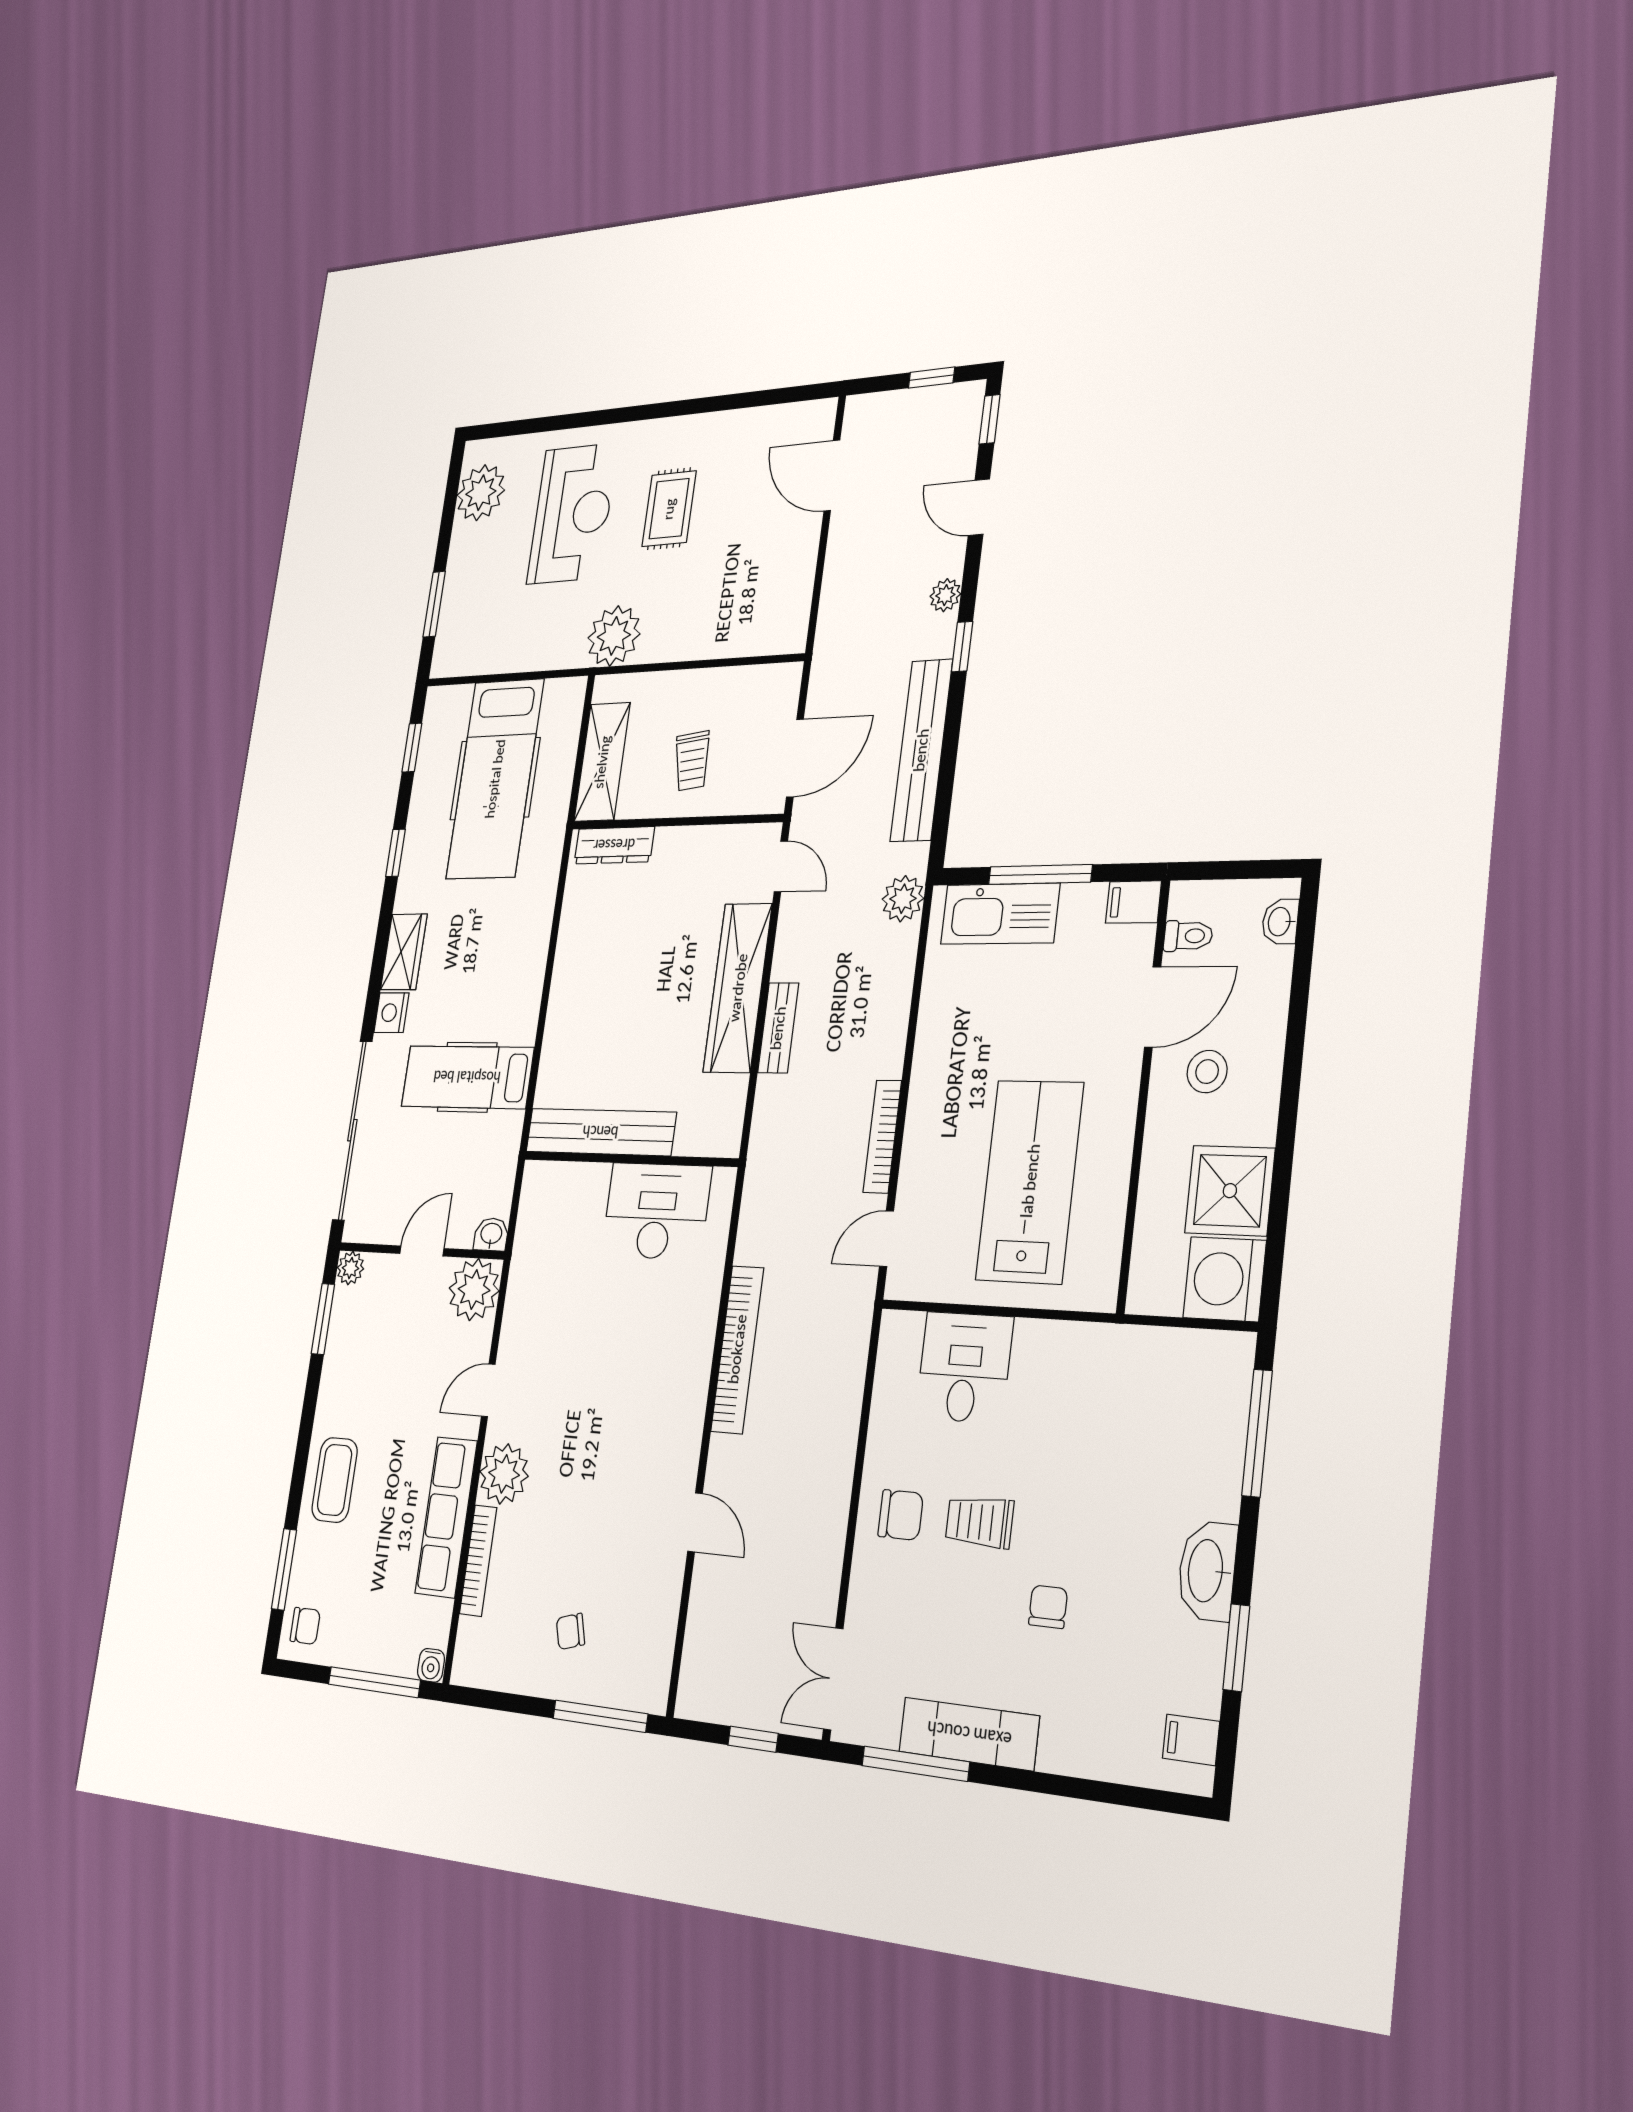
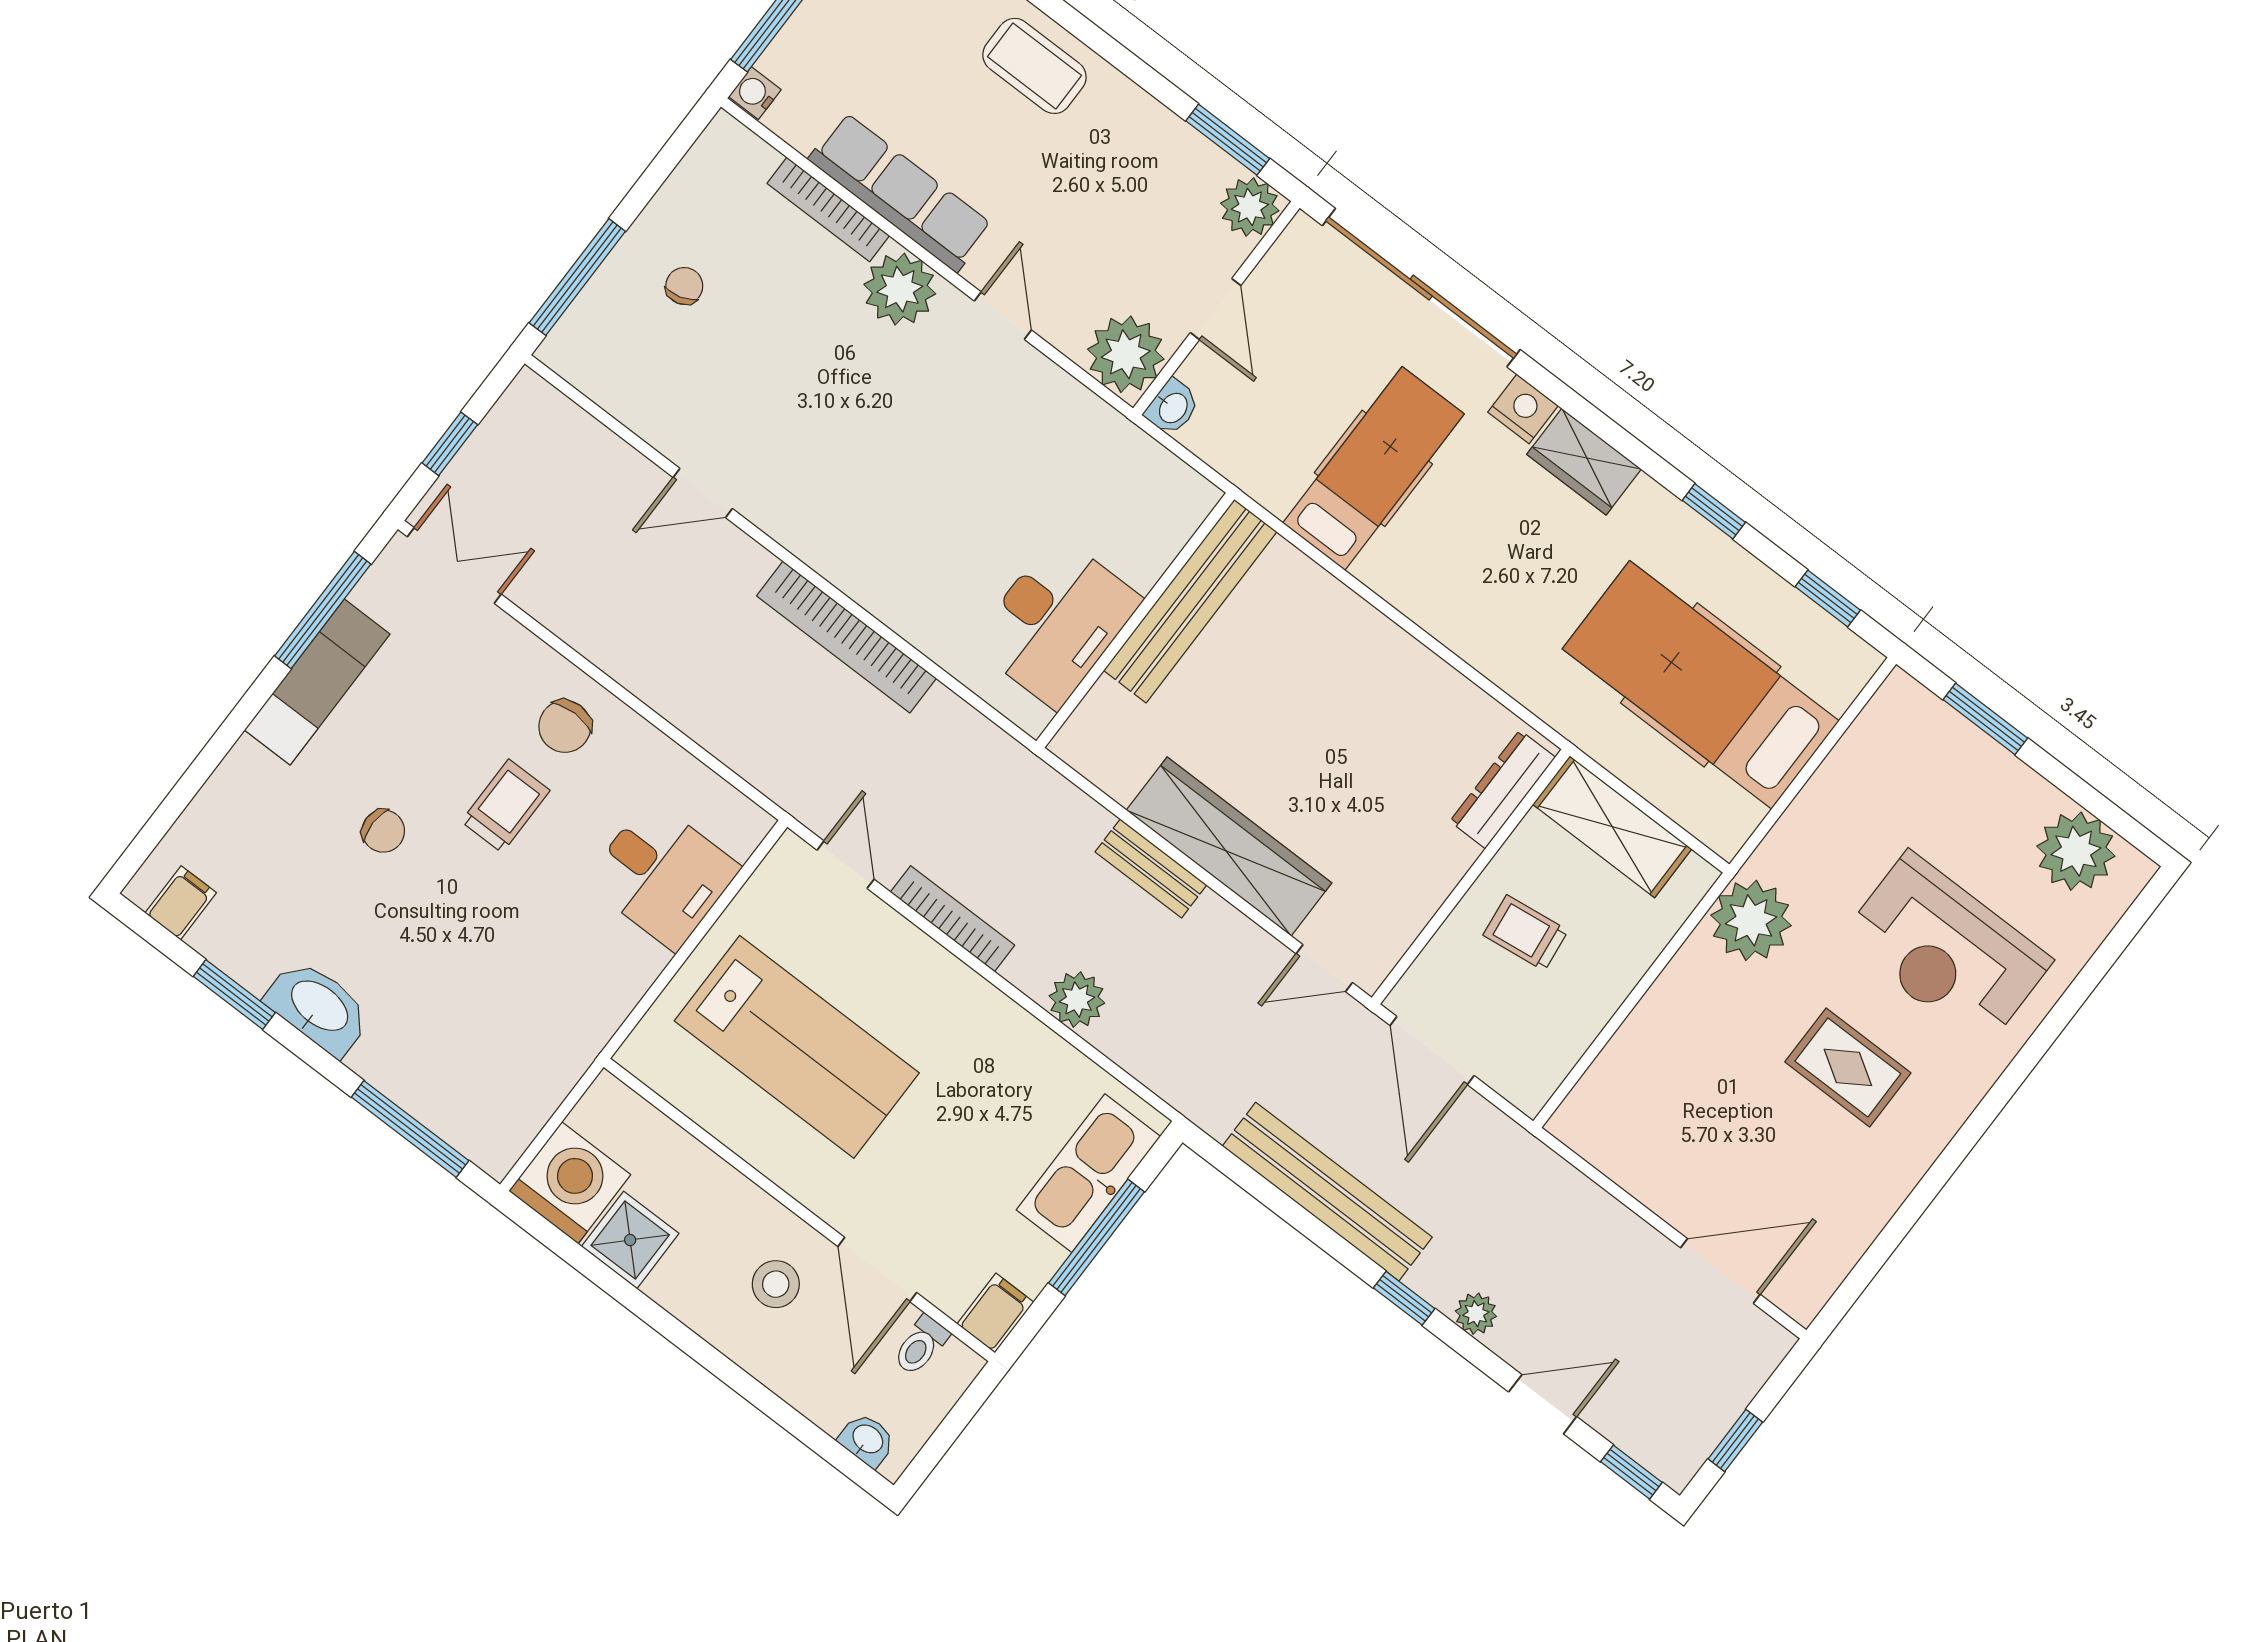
plant: (903, 899) -> (1077, 1000), moved
shower: (1230, 1191) -> (630, 1240), width x0.73, depth x0.73
plant: (350, 1268) -> (1250, 207), width x1.38, depth x1.38

